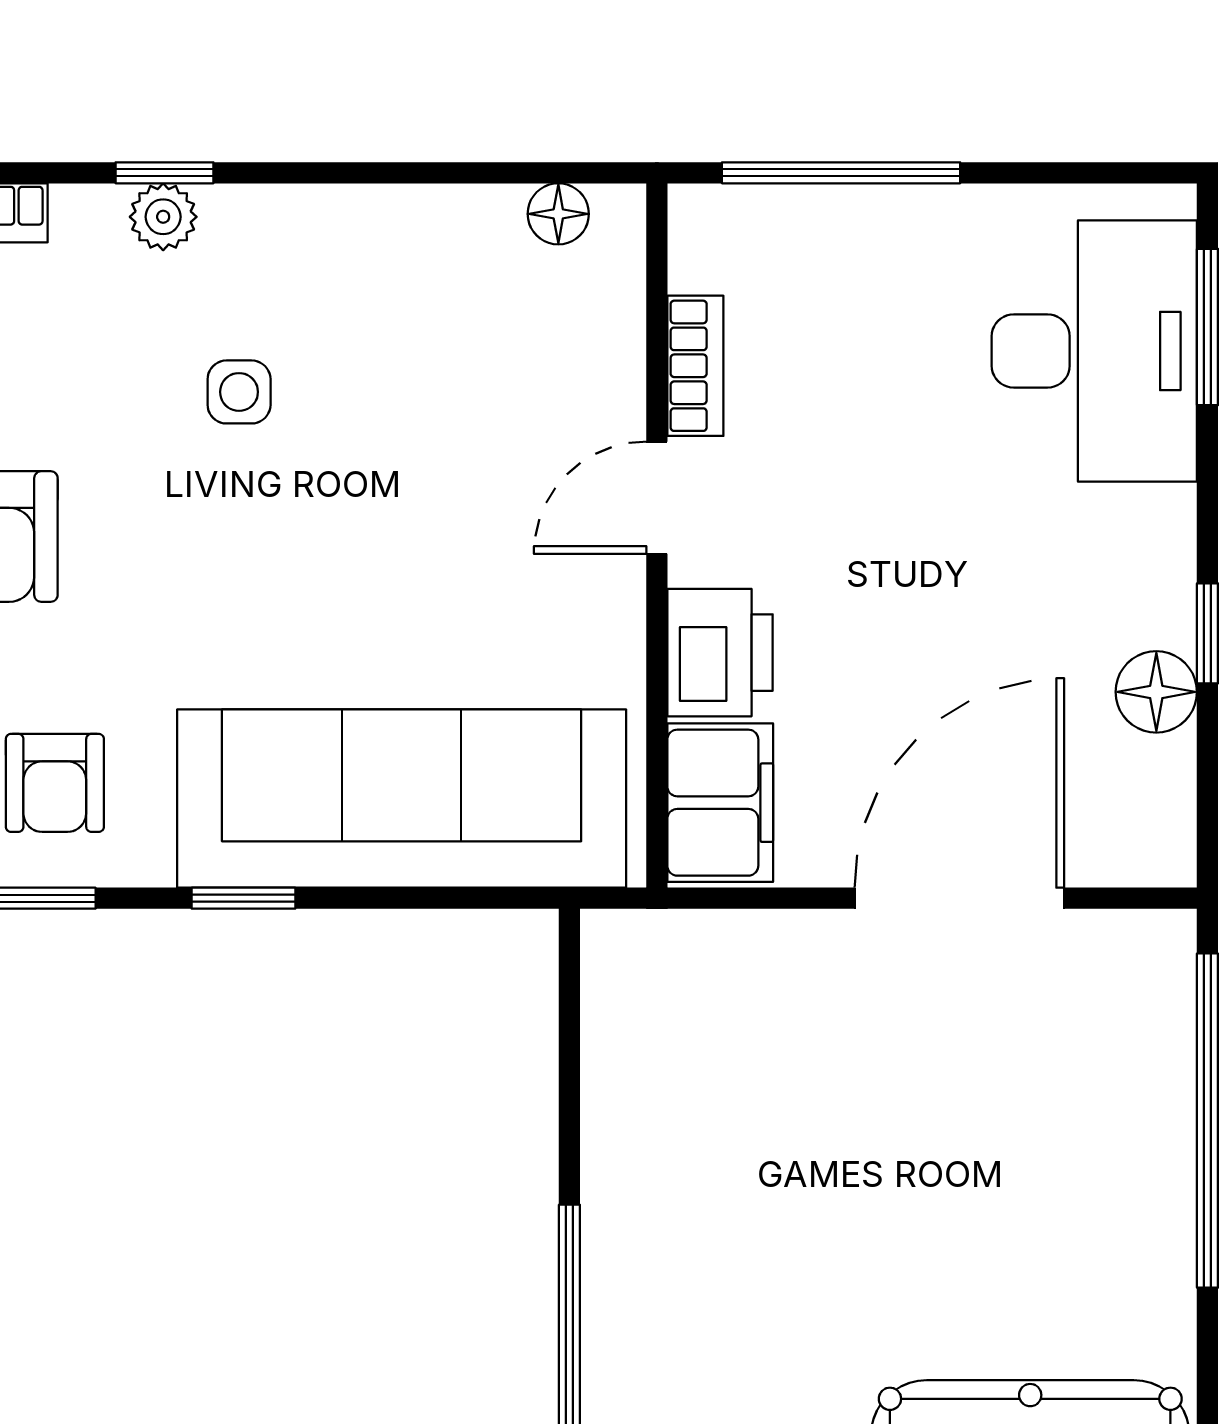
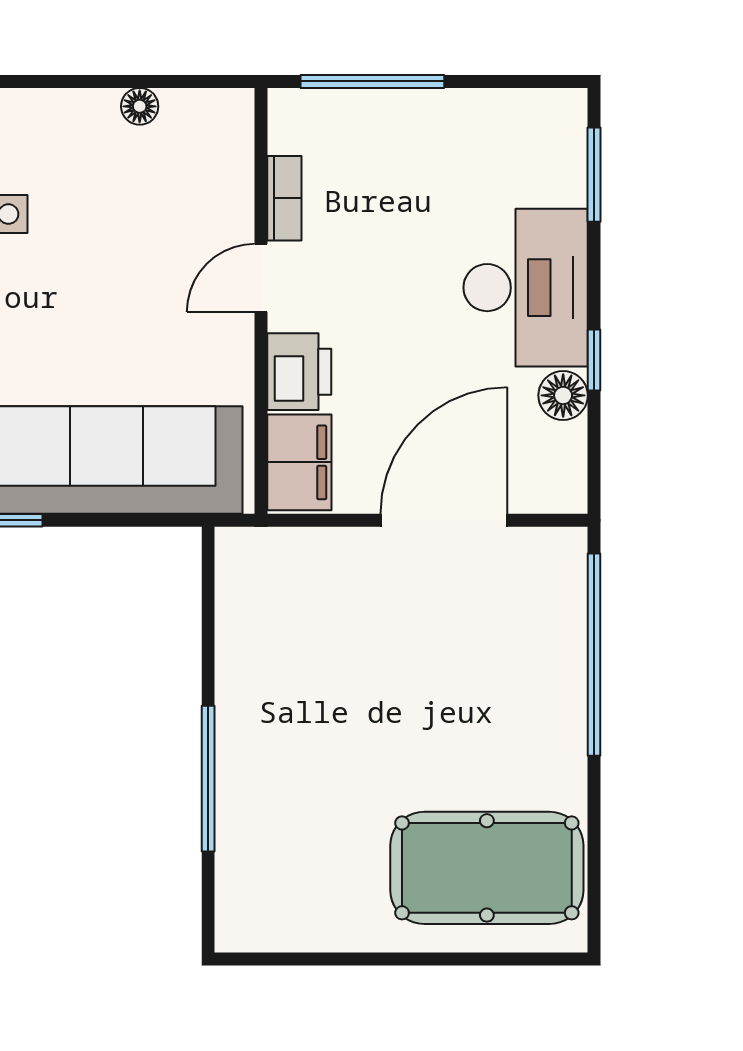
floor lamp: (558, 214) -> (140, 106), moved
desk: (1094, 351) -> (526, 288), moved

